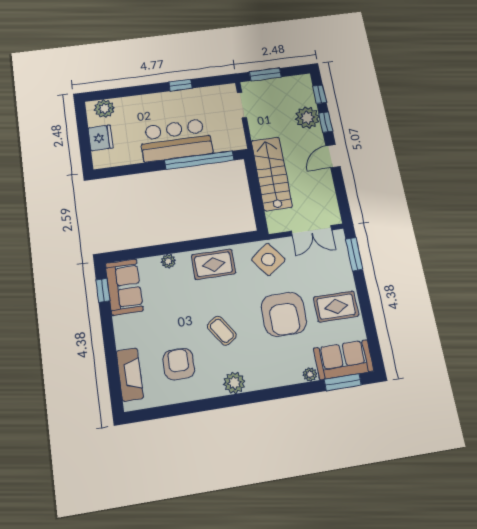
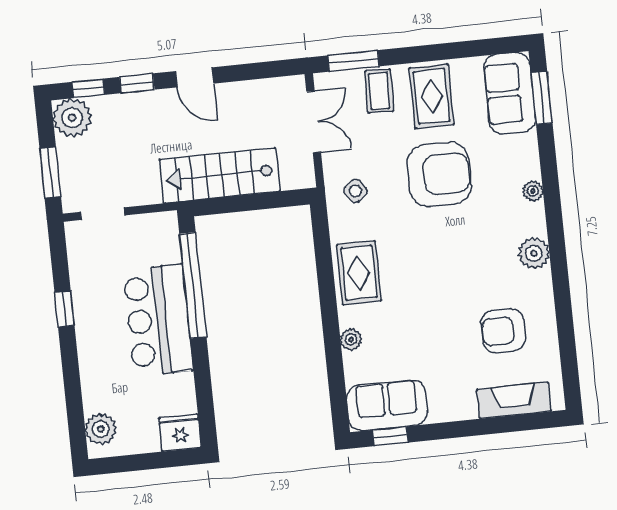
plant: (307, 118) -> (72, 118), moved
fridge: (101, 138) -> (180, 433), moved
side table: (268, 260) -> (356, 191), width x0.54, depth x0.54
coffee table: (222, 331) -> (379, 91), moved, turned -54
plant: (310, 374) -> (533, 191), moved

